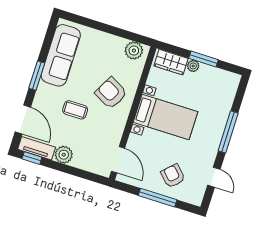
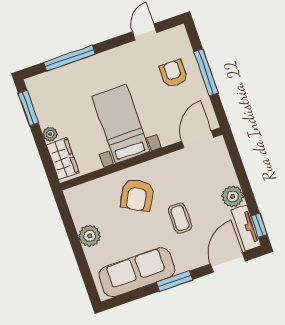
plant: (134, 51) -> (90, 236), moved
window: (204, 59) -> (28, 108), moved
window: (228, 132) -> (69, 58), moved
armchair: (173, 176) -> (173, 73), turned 134

